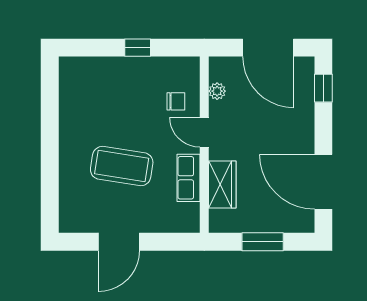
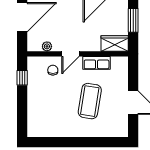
window: (138, 48) -> (22, 78), moved
wardrobe: (222, 184) -> (115, 43), moved

